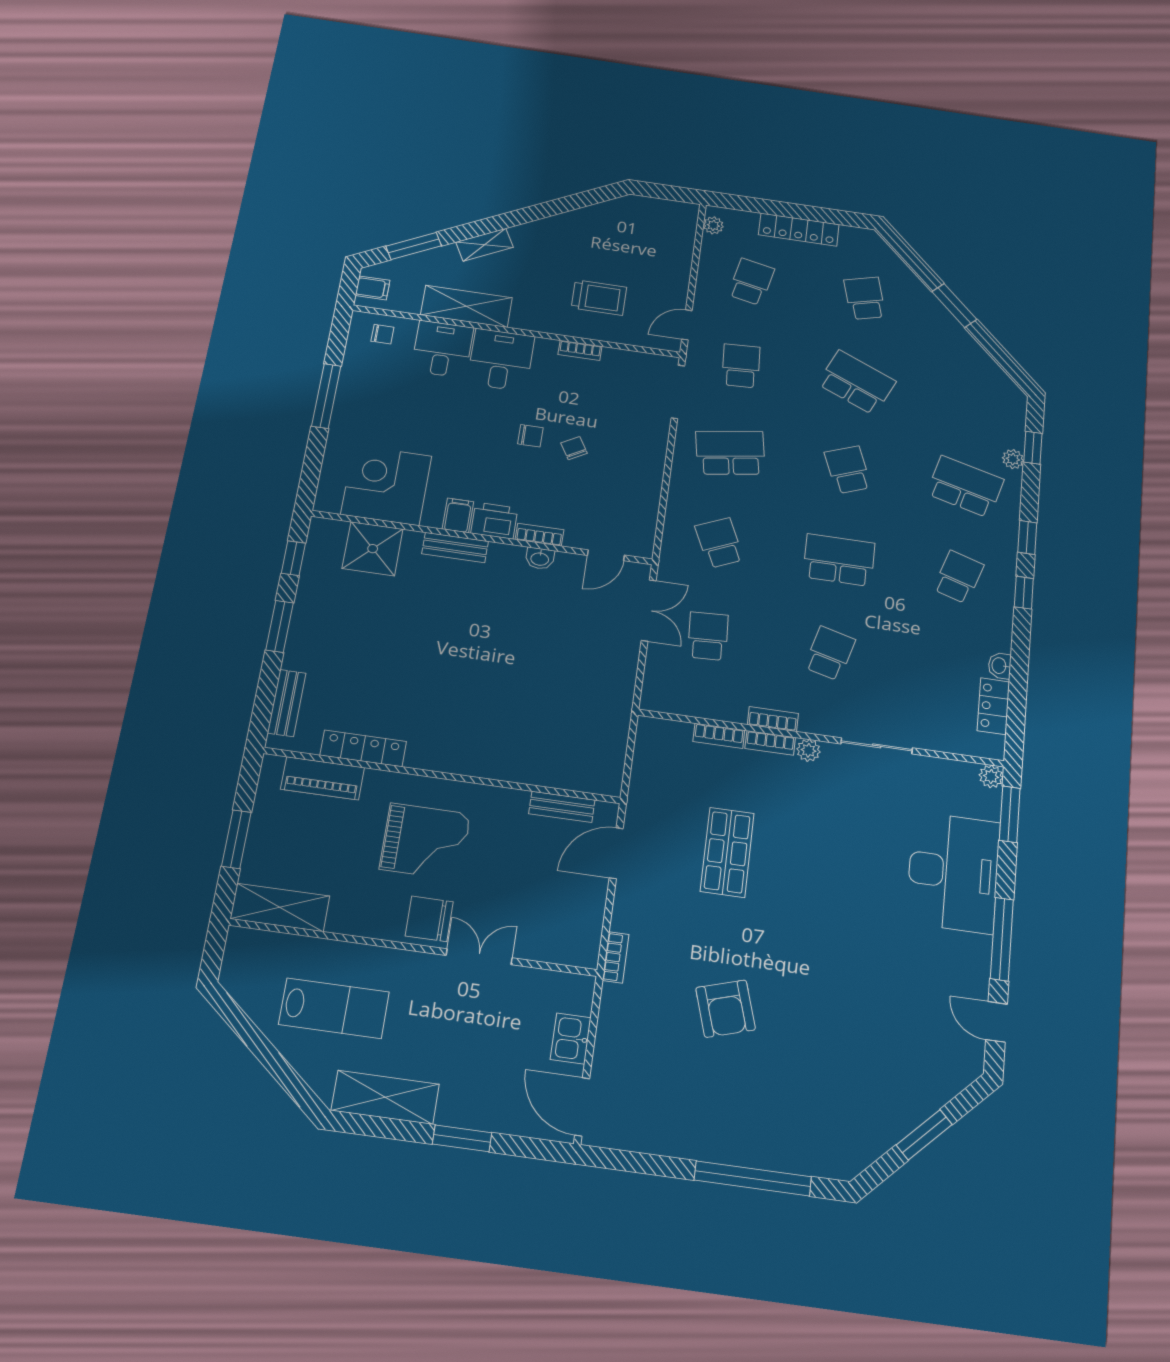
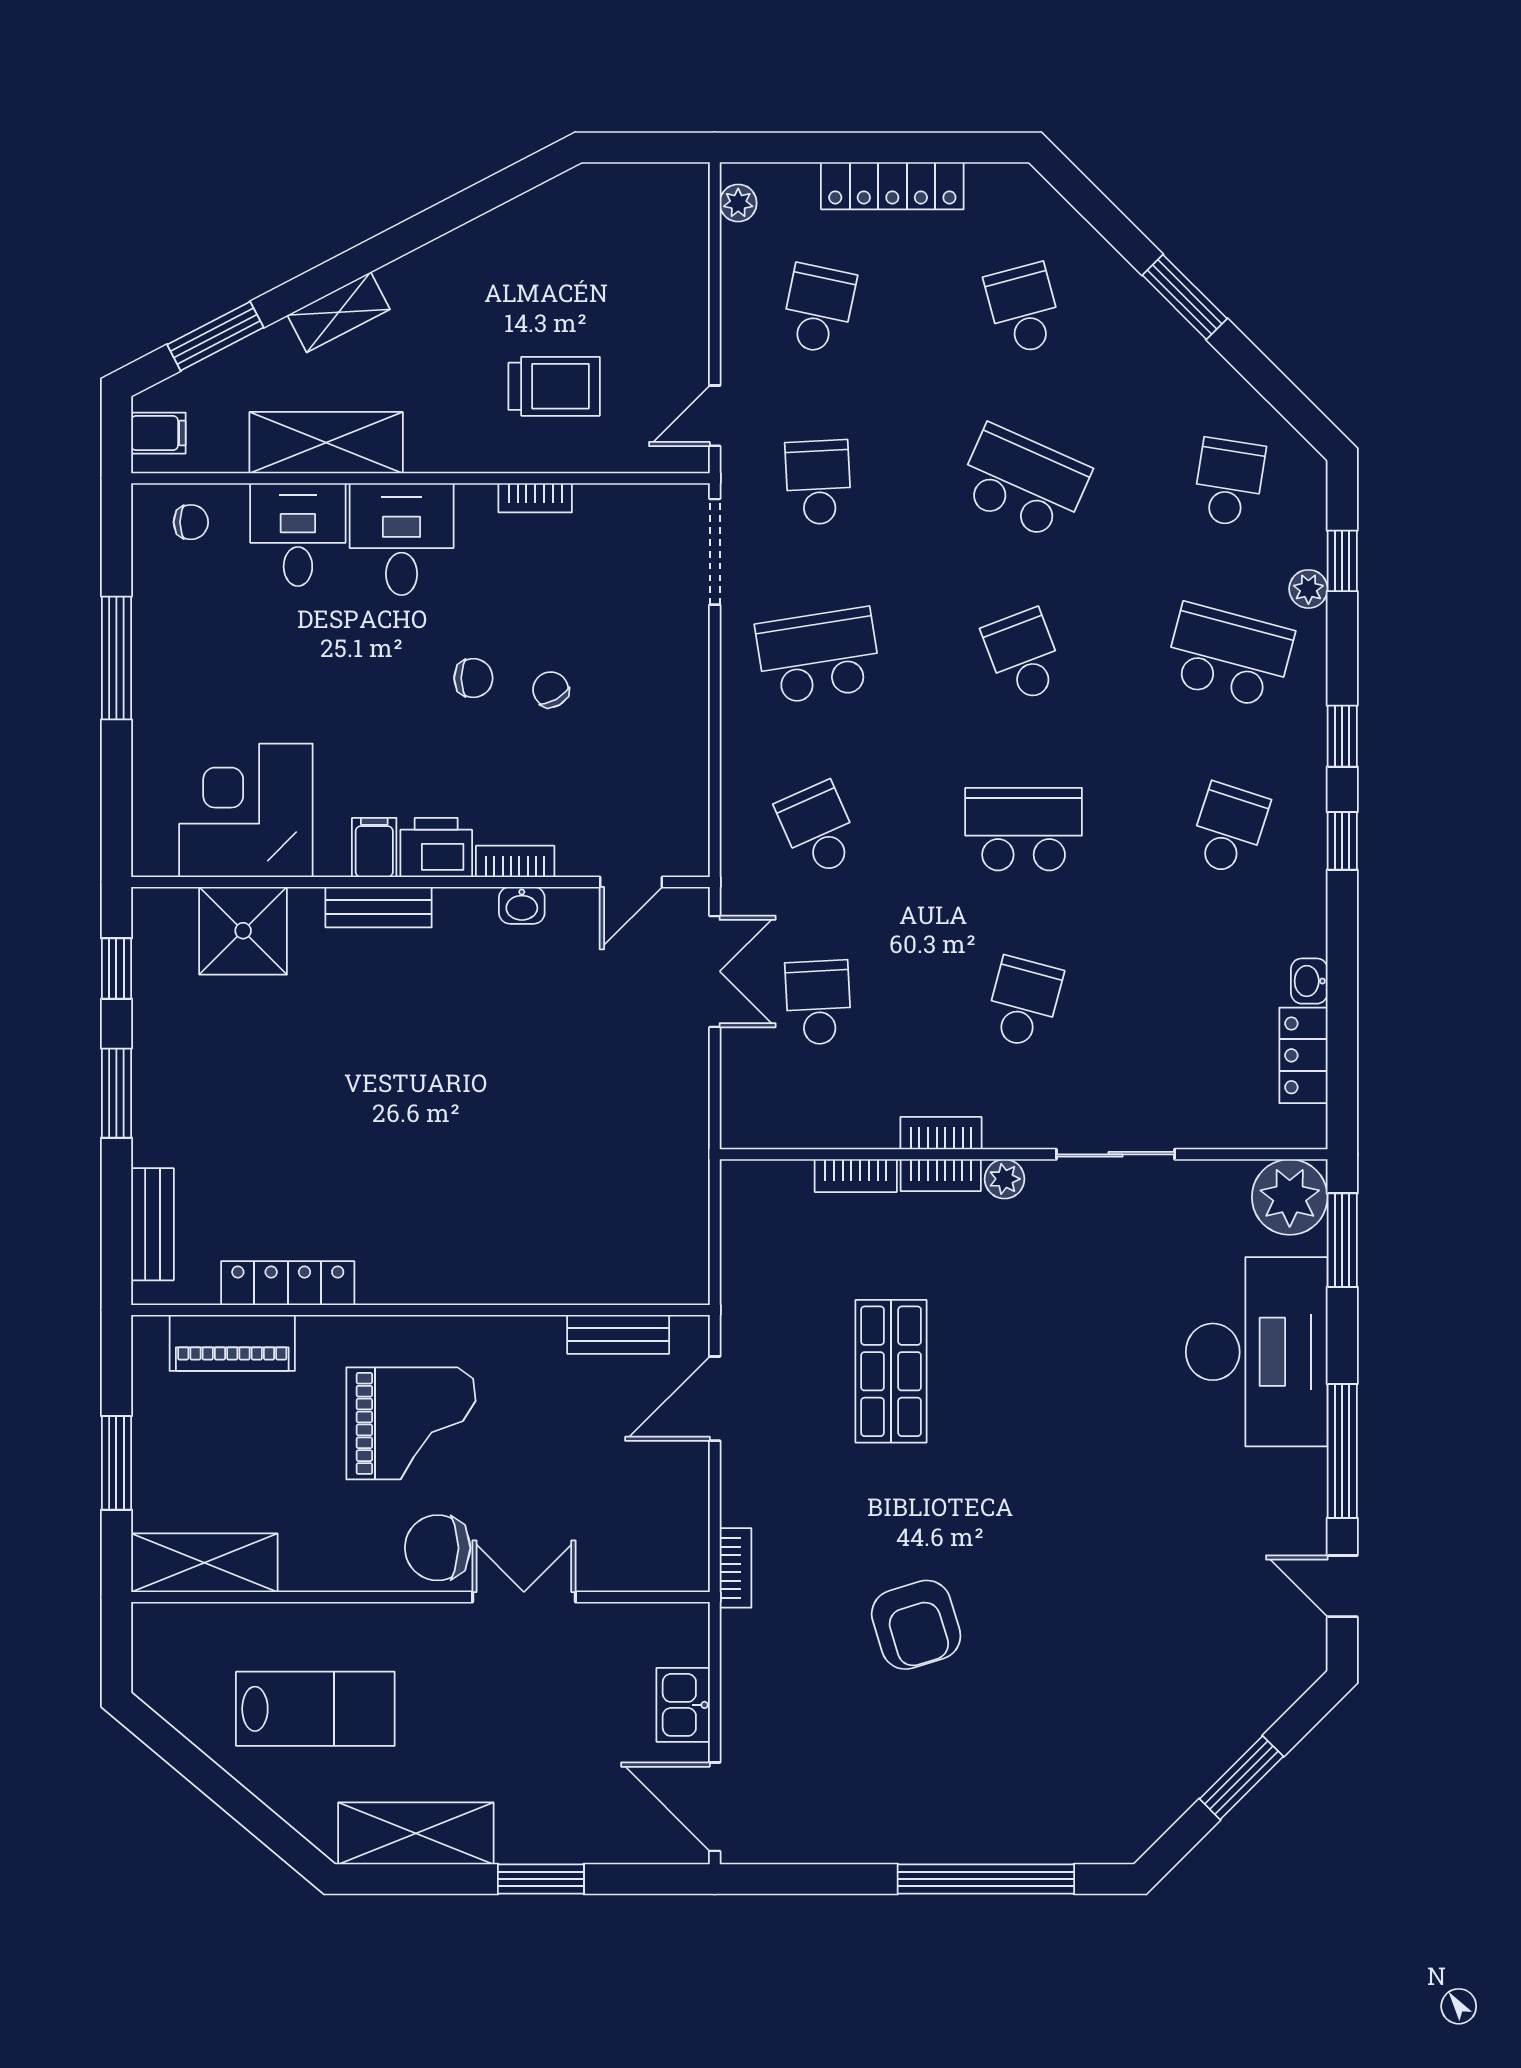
school desk: (972, 399) -> (1229, 482), added
plant: (991, 776) -> (1290, 1197), width x1.88, depth x1.88

